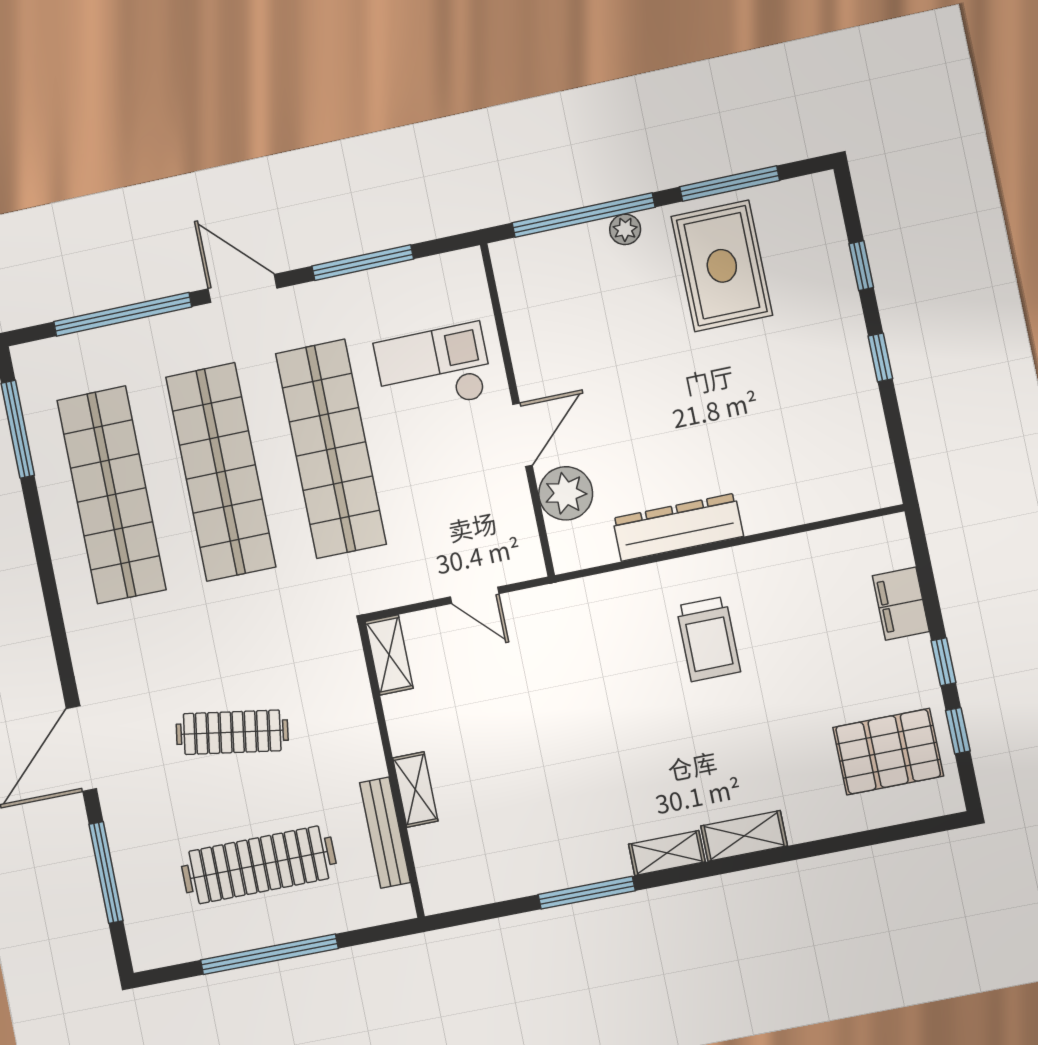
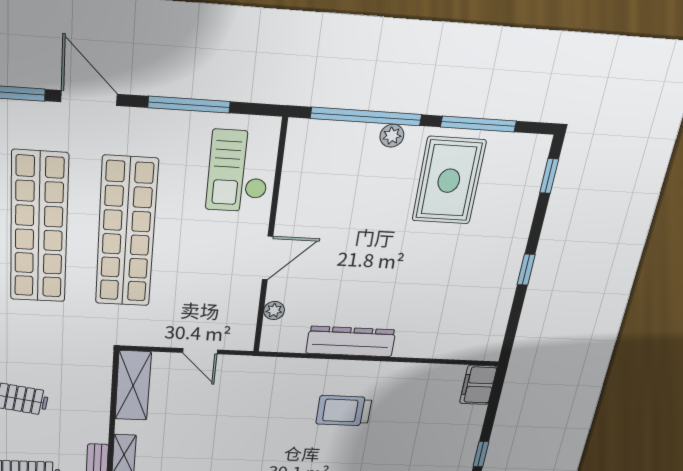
window: (861, 266) -> (549, 176), moved
checkout: (434, 369) -> (239, 171), moved, turned -90
plant: (566, 493) -> (274, 310), width x0.53, depth x0.53
filing cabinet: (901, 604) -> (478, 385), moved
trolley: (708, 639) -> (344, 411), turned 90
shelving: (389, 655) -> (133, 386), width x1.50, depth x1.33

